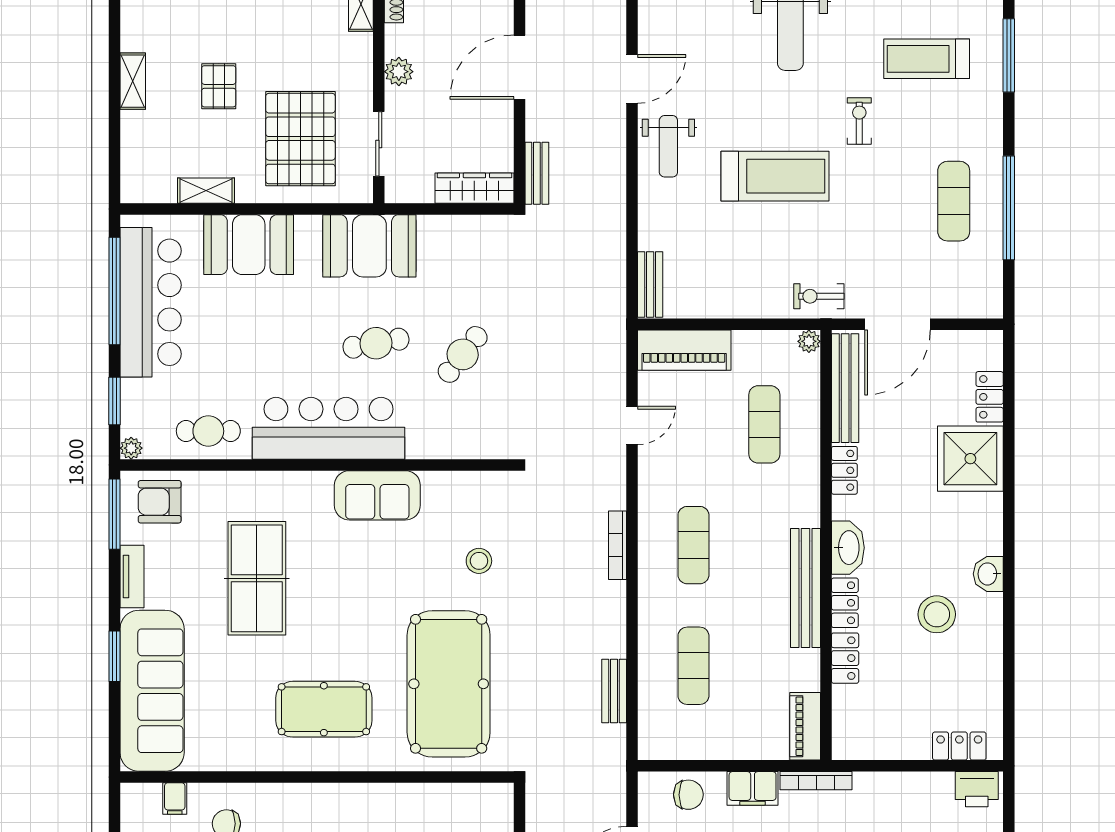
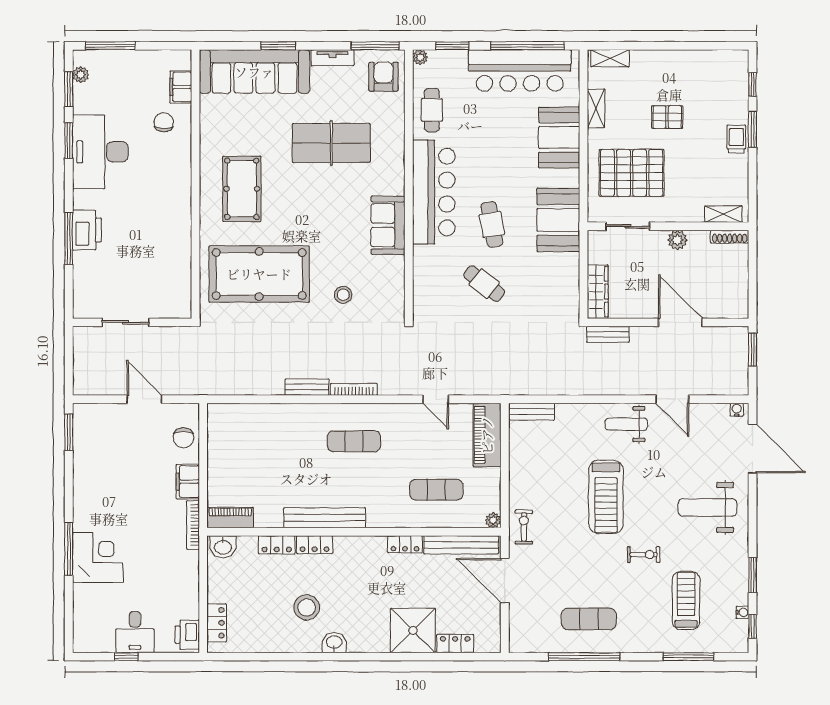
shelving: (133, 81) -> (610, 58), moved
washbasin: (848, 548) -> (223, 547), moved, width x0.72
exercise mat: (693, 666) -> (271, 441), removed
bench: (614, 691) -> (307, 387), moved
filing cabinet: (175, 799) -> (181, 87), width x2.00

